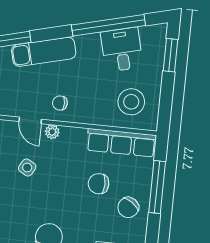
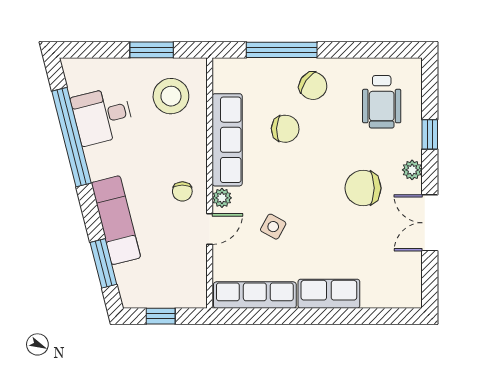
window: (170, 55) -> (152, 50), moved
row of seats: (121, 143) -> (227, 140), moved
chair: (99, 184) -> (285, 129), turned -88

